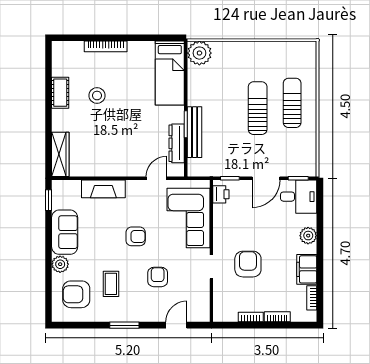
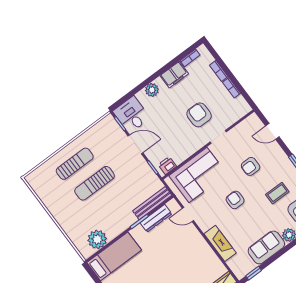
plant: (199, 53) -> (97, 239), moved
sun lounger: (292, 103) -> (75, 164), turned 180
bench: (195, 132) -> (152, 203), moved
armchair: (248, 264) -> (199, 115), turned 90

